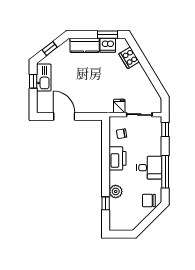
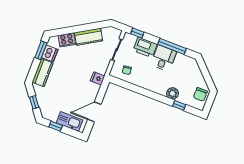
kitchen sink: (44, 78) -> (69, 121), moved
kitchen counter: (141, 79) -> (88, 37), added
fridge: (119, 106) -> (98, 78), moved
printer: (118, 158) -> (145, 47), moved, turned 180
chair: (149, 201) -> (200, 94), moved

